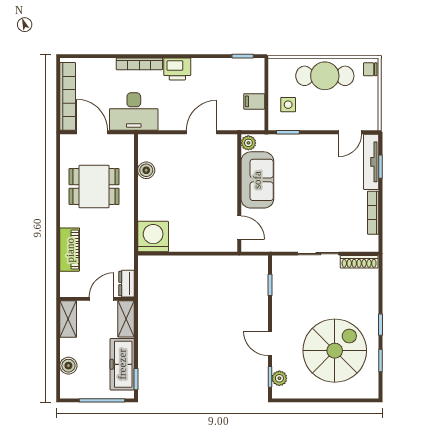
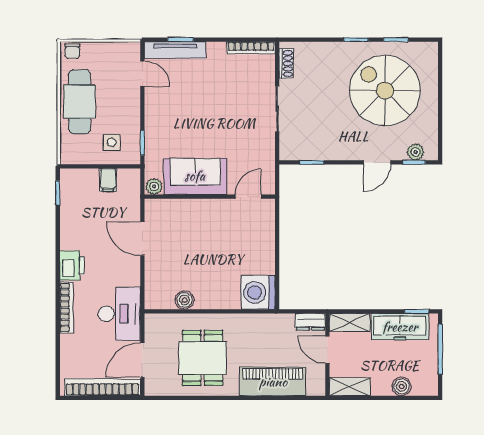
bookcase: (373, 213) -> (251, 48), moved
piano: (70, 250) -> (273, 382), width x1.37, depth x1.33
shoe rack: (359, 262) -> (286, 64), width x0.70

